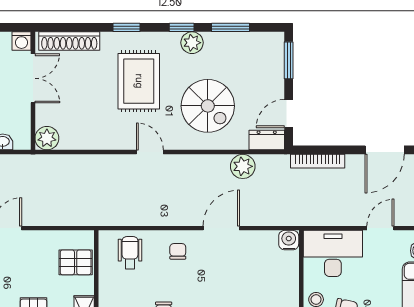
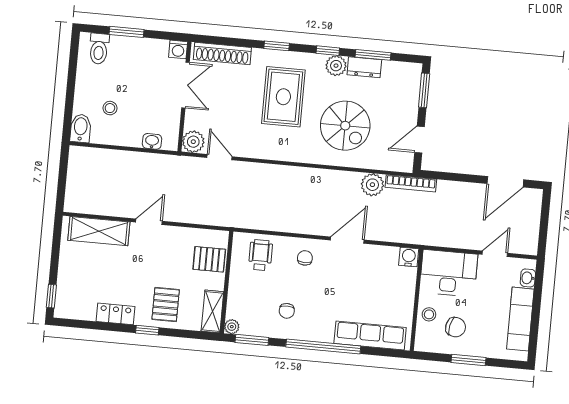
dresser: (267, 140) -> (364, 67), moved, turned 180
door: (150, 152) -> (220, 157), moved
bookcase: (318, 161) -> (411, 183), moved

